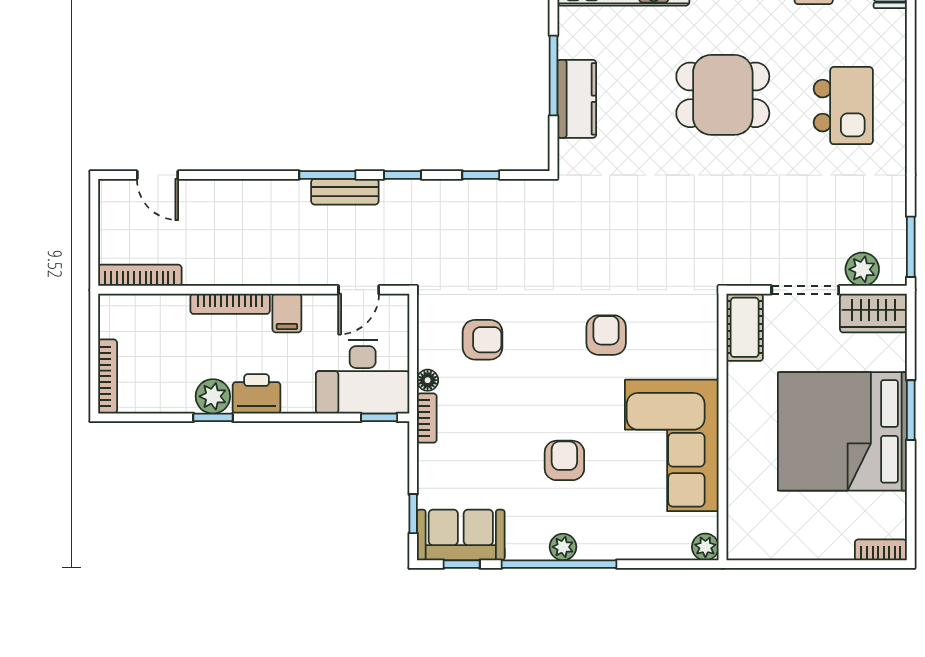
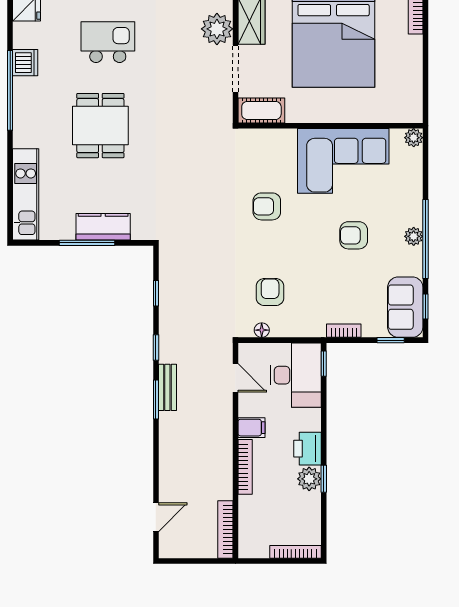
plant: (862, 269) -> (217, 29), width x1.36, depth x1.36
floor lamp: (428, 380) -> (262, 330), moved
bookcase: (427, 418) -> (344, 331), moved

